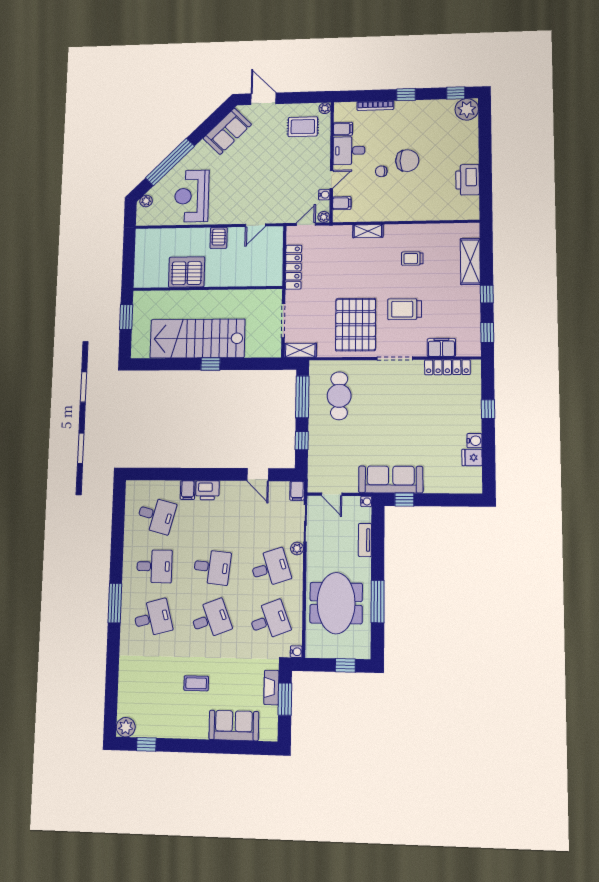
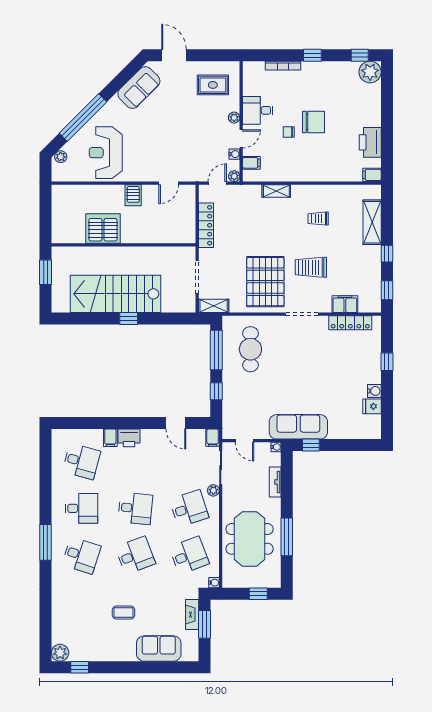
plant: (325, 108) -> (234, 118), moved
filing cabinet: (343, 129) -> (372, 175), moved, turned 180
desk: (153, 618) -> (81, 555), turned 33

